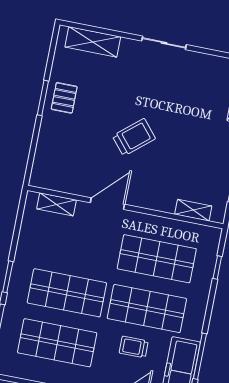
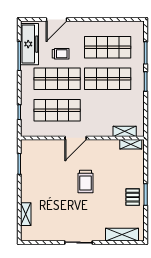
trolley: (134, 137) -> (86, 181), turned -50
door: (107, 204) -> (76, 138), moved
shelving: (193, 210) -> (131, 144), moved

